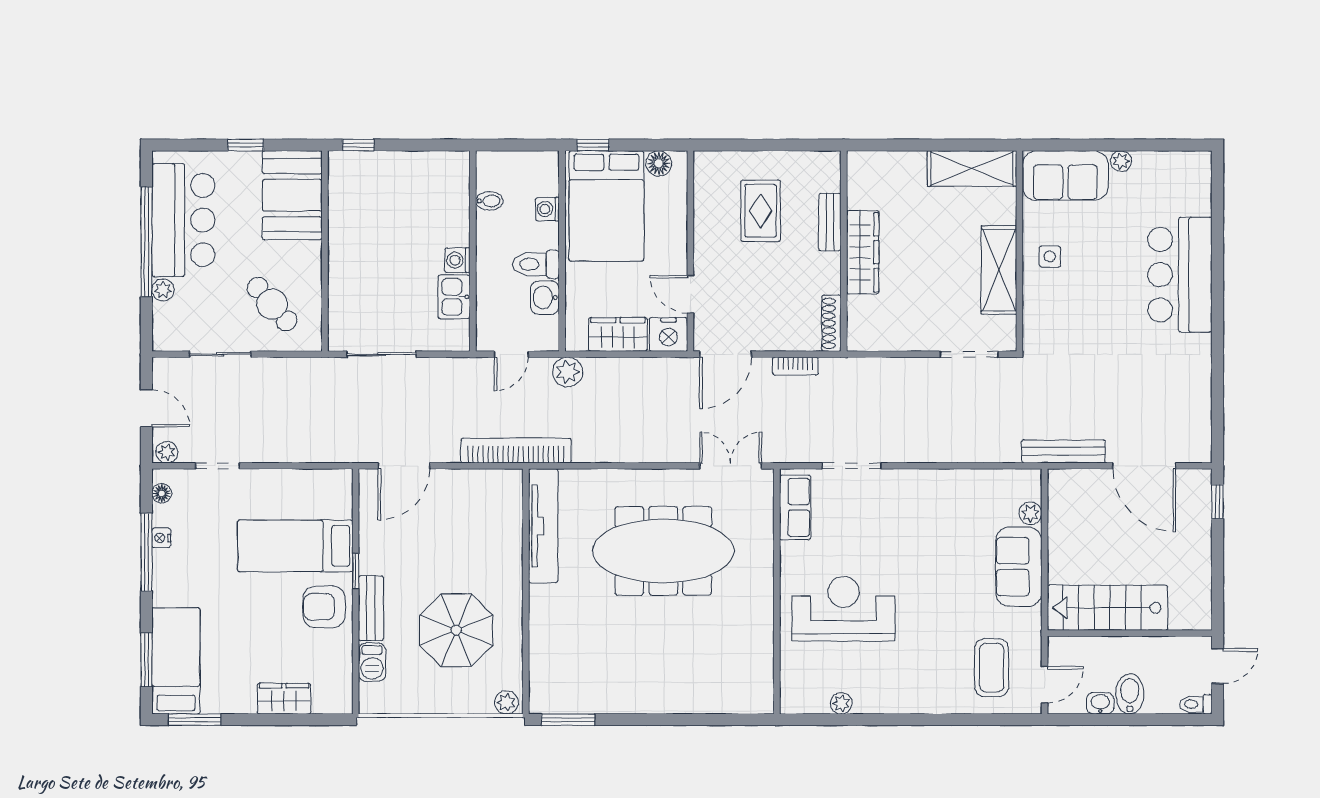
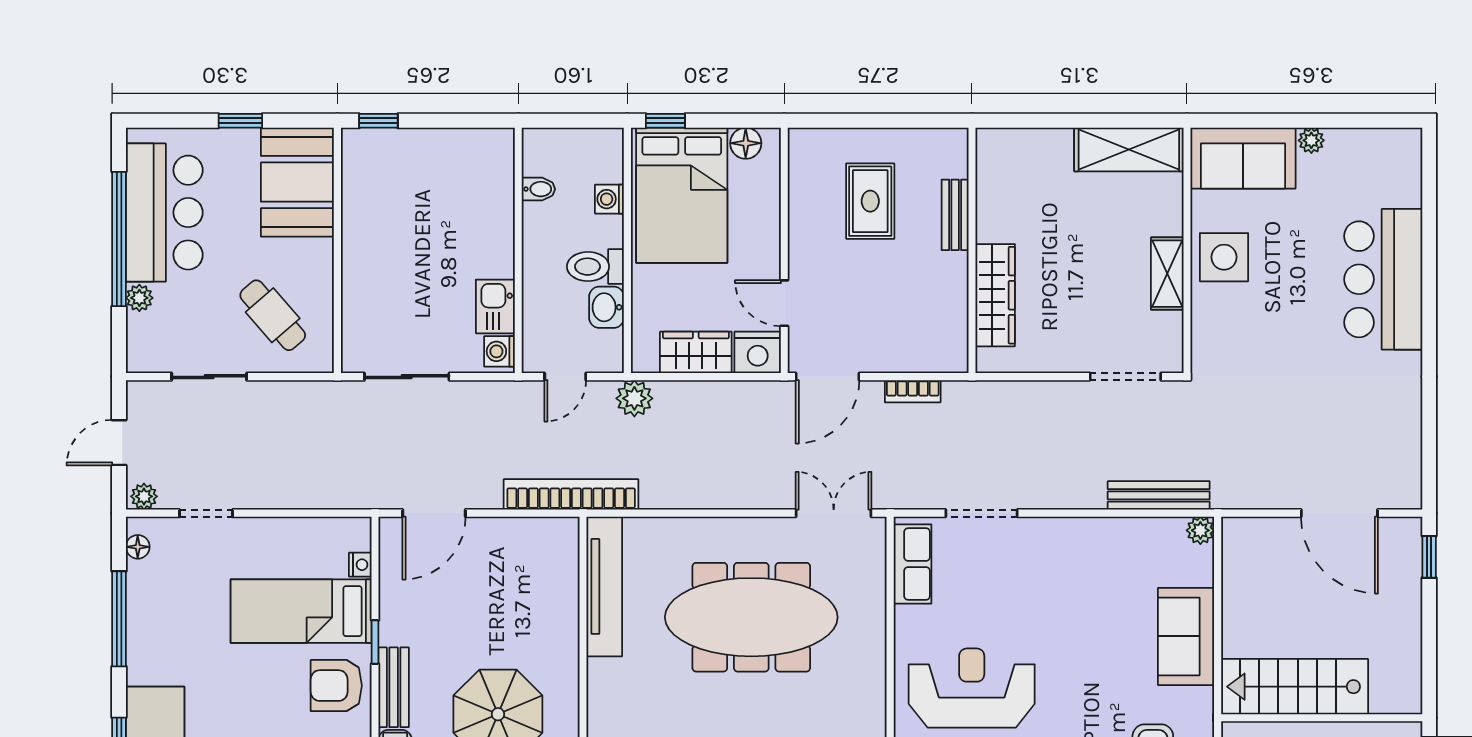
wardrobe: (863, 252) -> (995, 295), moved
side table: (1050, 257) -> (1224, 257), width x1.87, depth x1.87
washing machine: (457, 260) -> (500, 351), moved
shelving: (999, 270) -> (1167, 274), width x0.67, depth x0.75
shoe rack: (831, 323) -> (957, 339), removed
door: (146, 408) -> (119, 443), swing flipped
bench: (1063, 451) -> (1159, 495), moved
plant: (1030, 513) -> (1200, 530), moved
nightstand: (161, 538) -> (360, 565), moved, turned 180

